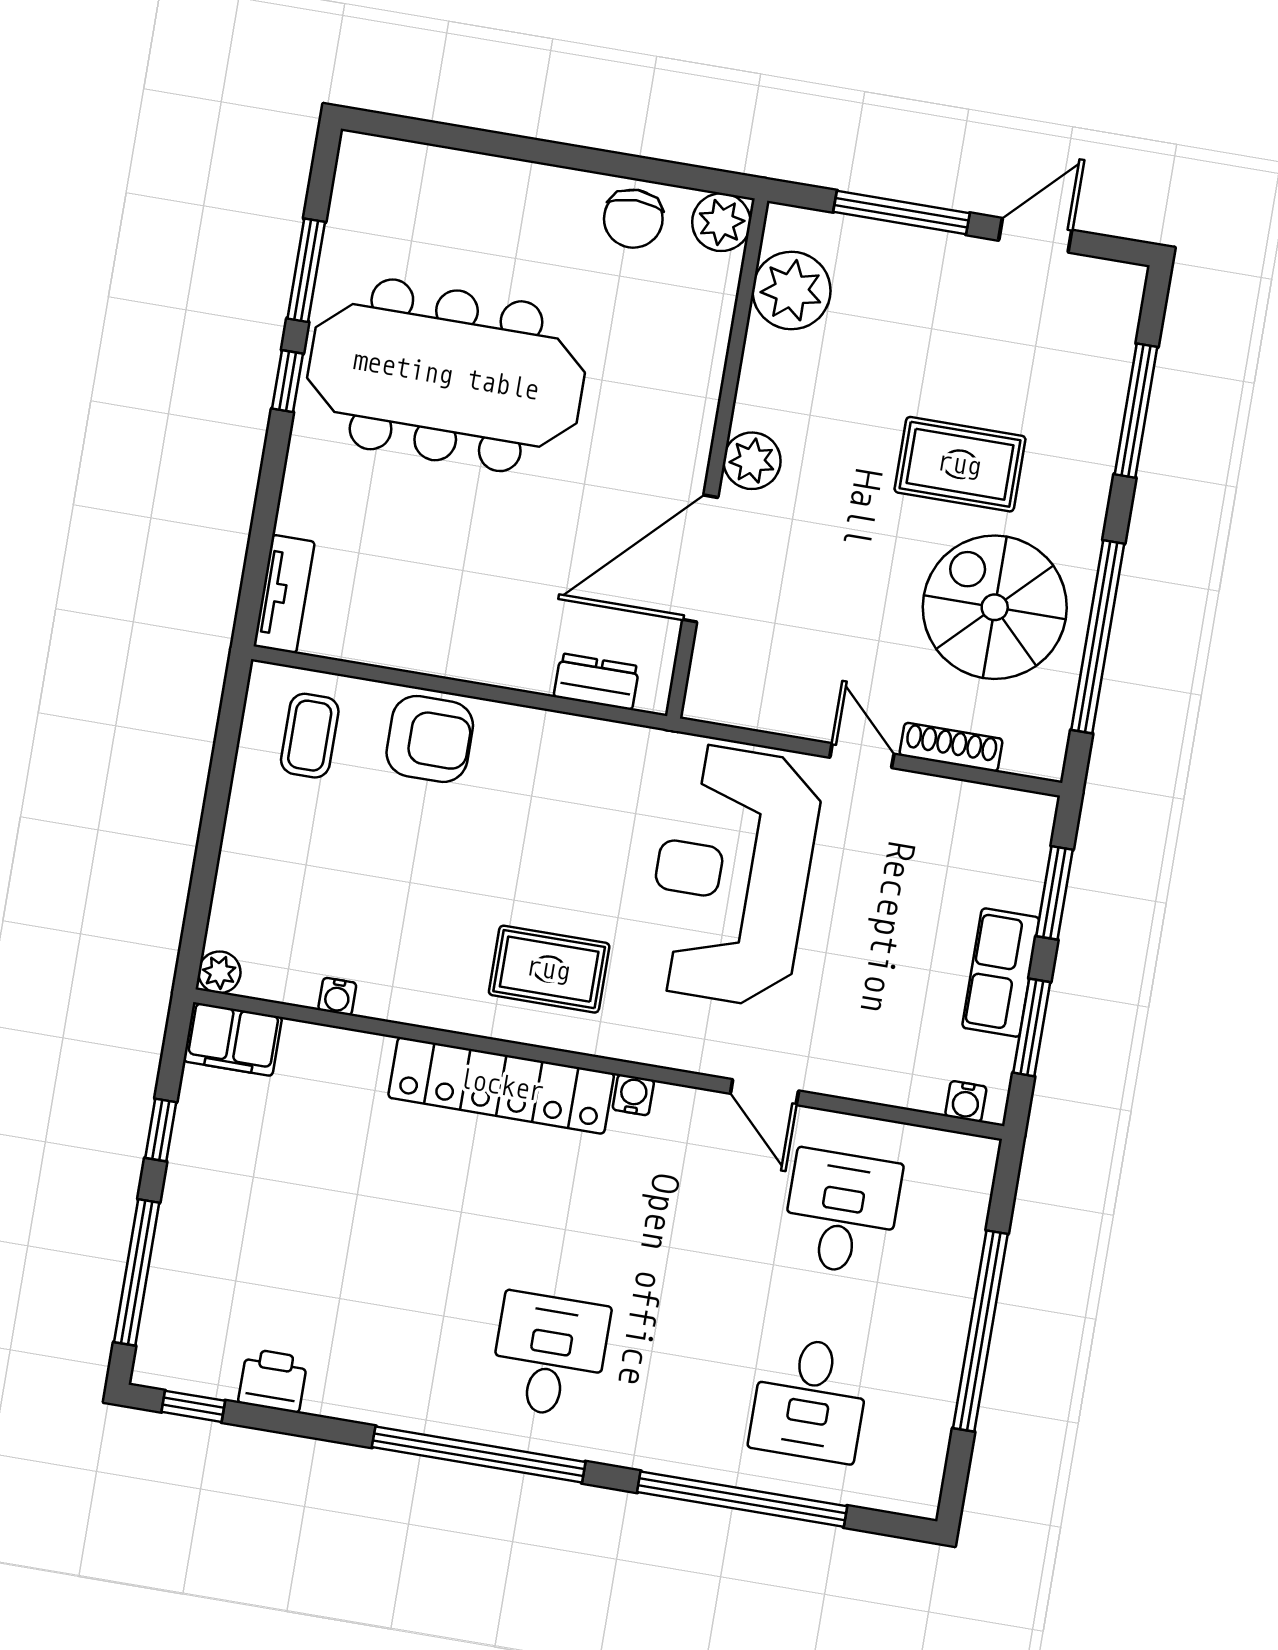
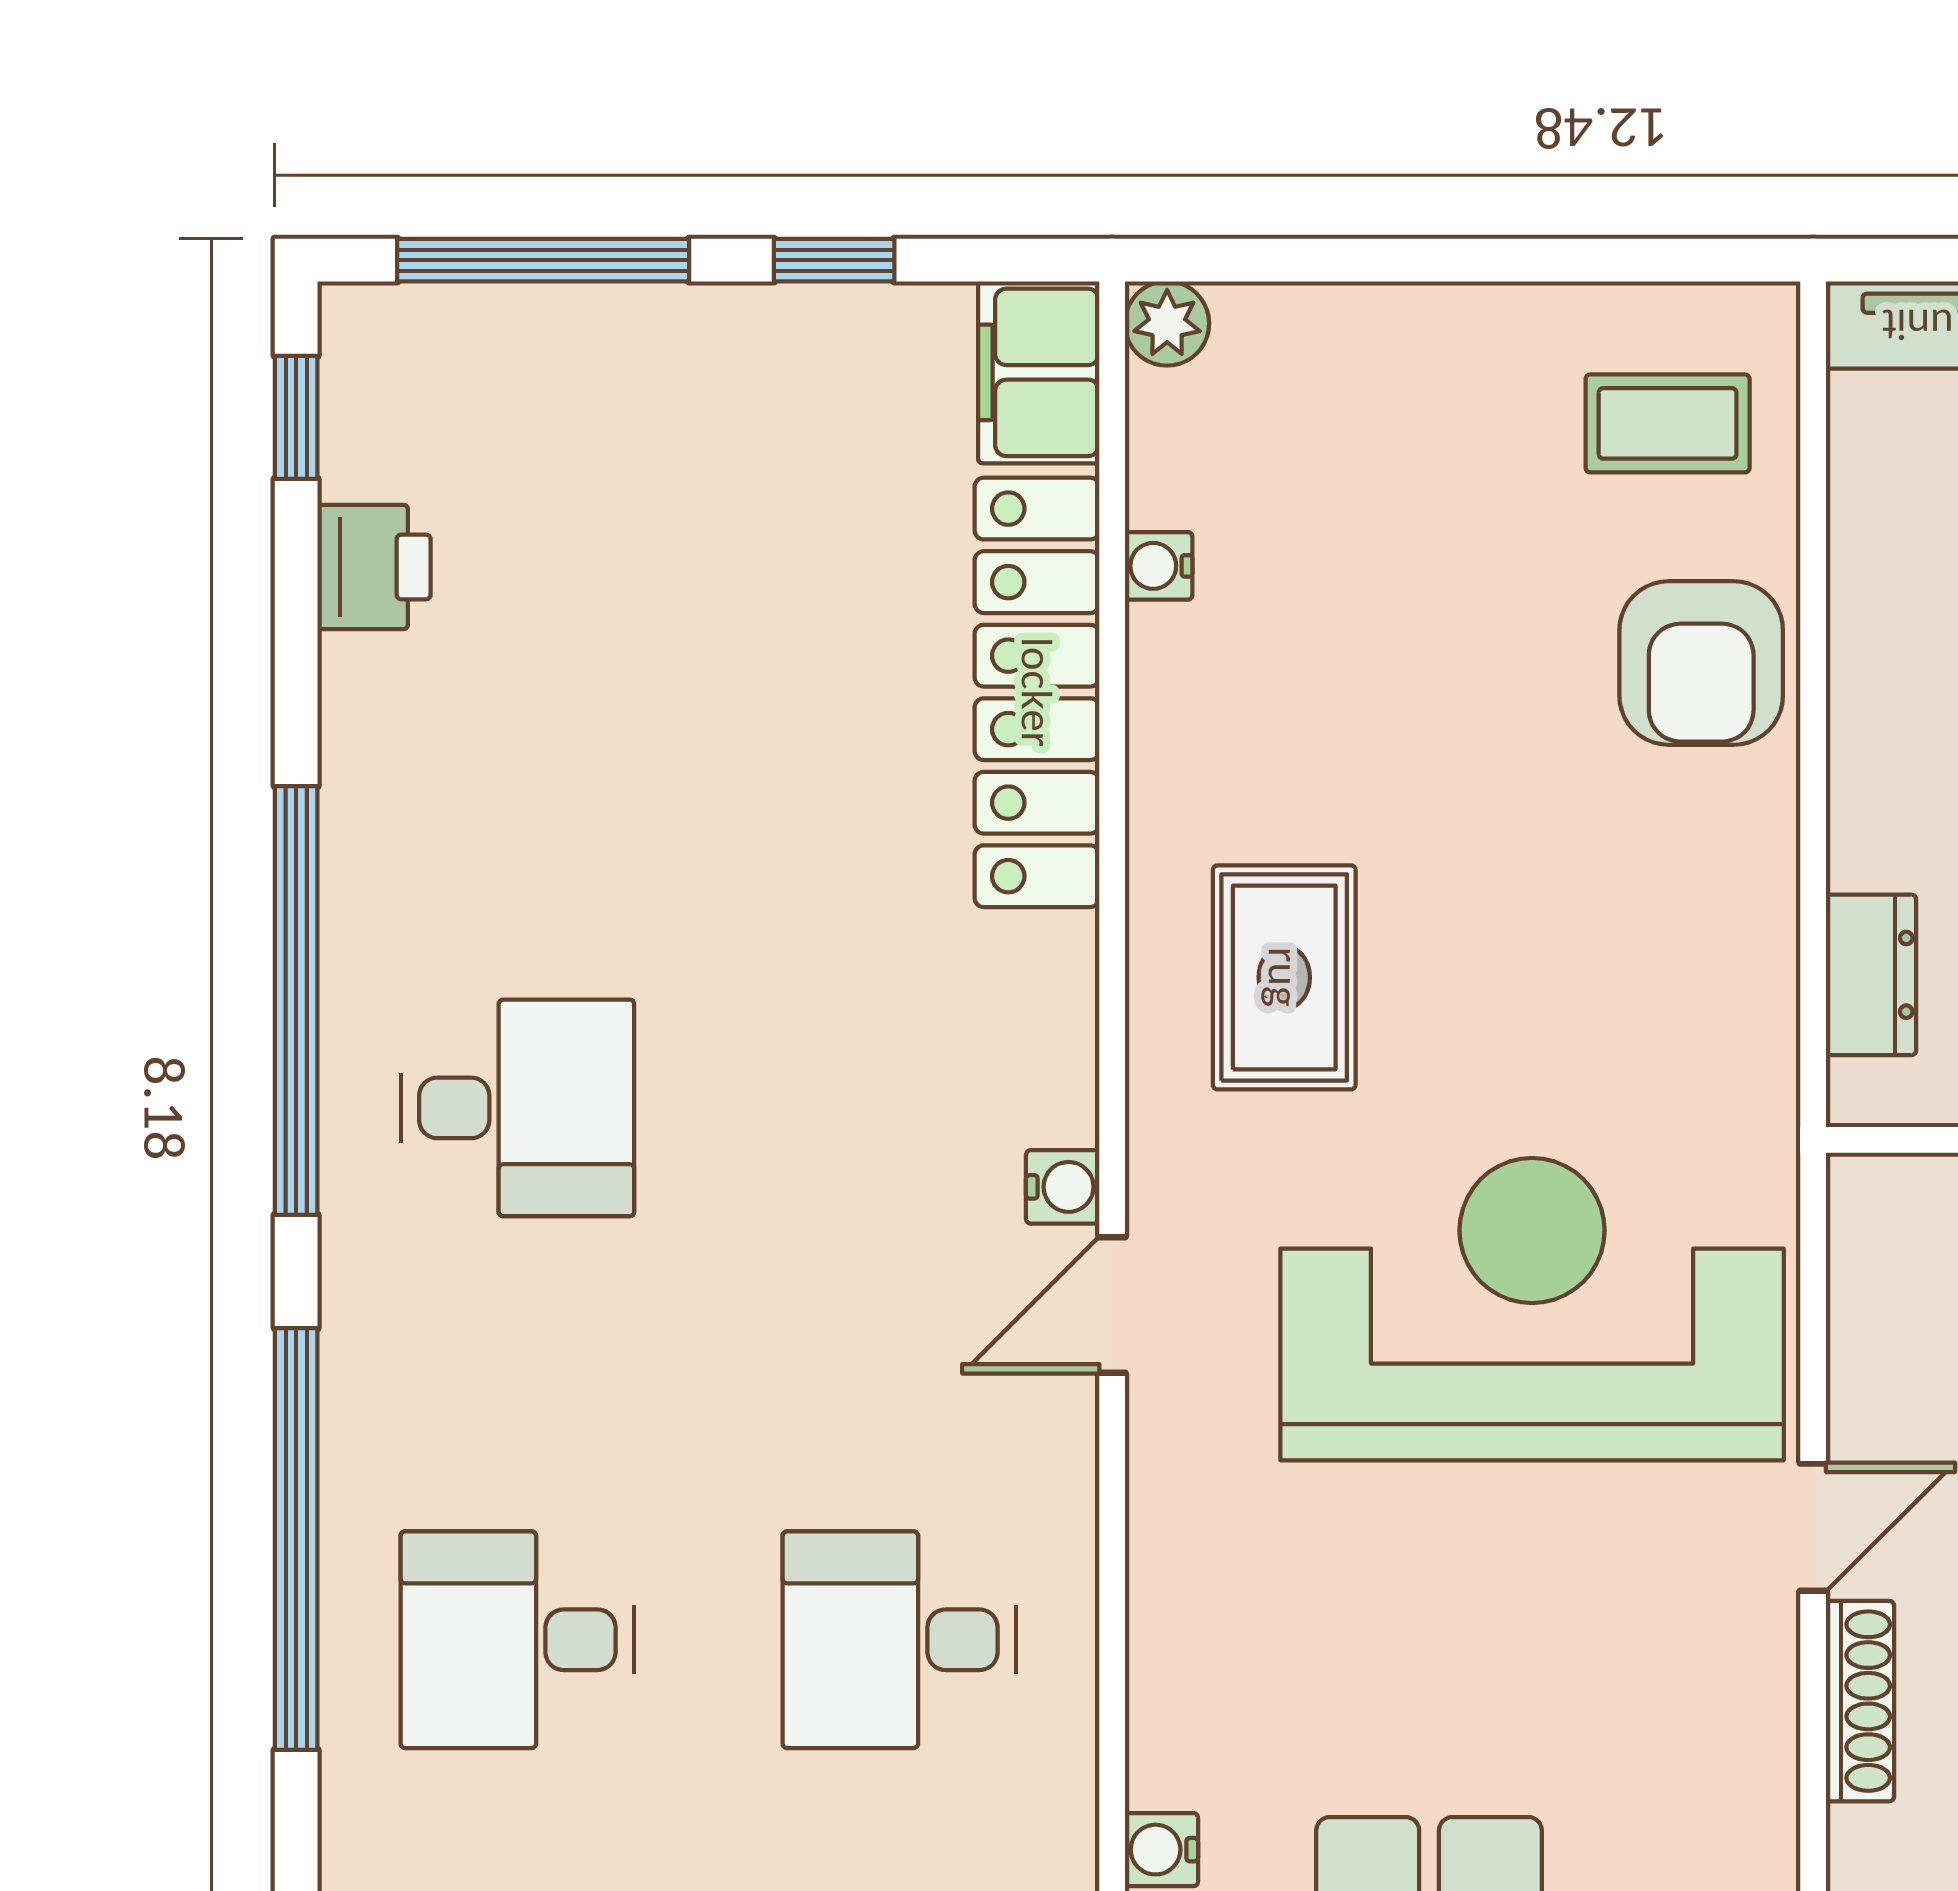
locker: (501, 1085) -> (1037, 692), moved
door: (764, 1092) -> (1112, 1305), moved
desk: (841, 1212) -> (899, 1640), turned 180

